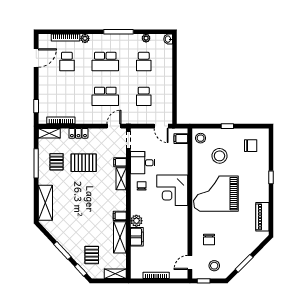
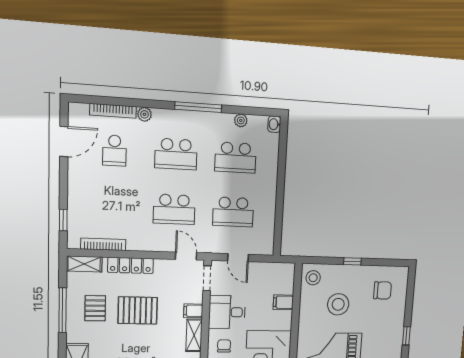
school desk: (144, 62) -> (236, 157), width x1.85
school desk: (144, 96) -> (233, 212), width x1.85
door: (114, 126) -> (186, 256), hinge flipped
door: (161, 126) -> (238, 258), moved
locker: (78, 133) -> (131, 265), width x1.53
filing cabinet: (181, 139) -> (283, 302), moved

